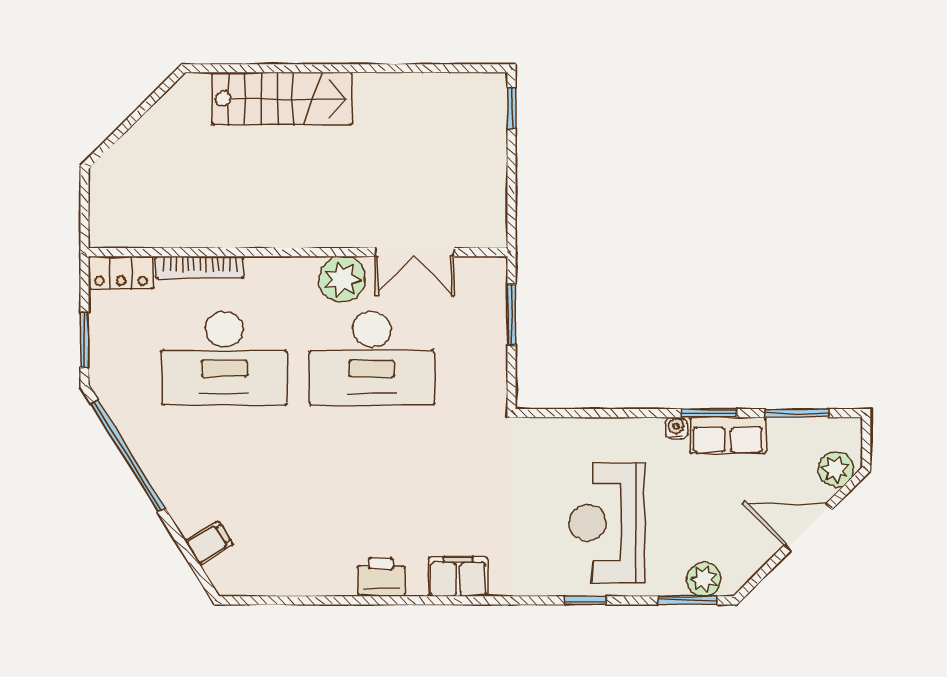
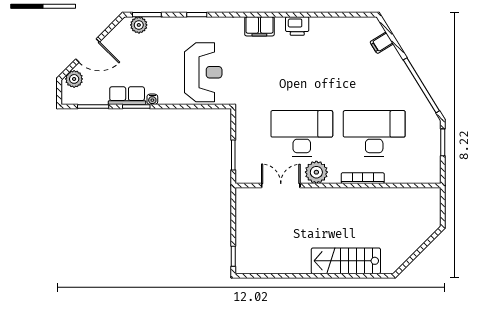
bookcase: (200, 267) -> (363, 178), moved
locker: (121, 273) -> (425, 176), removed
reception desk: (607, 523) -> (203, 72), moved

